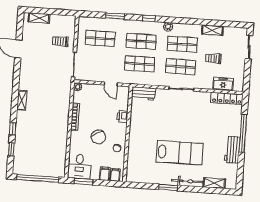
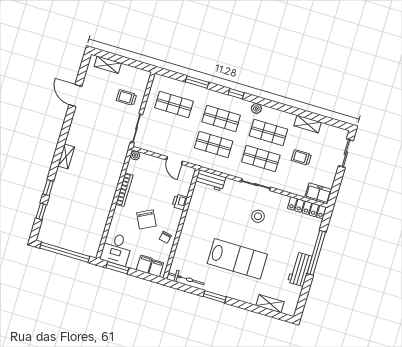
freezer: (223, 84) -> (318, 194), moved
stool: (189, 114) -> (258, 216), added
bicycle: (187, 181) -> (186, 279), moved

